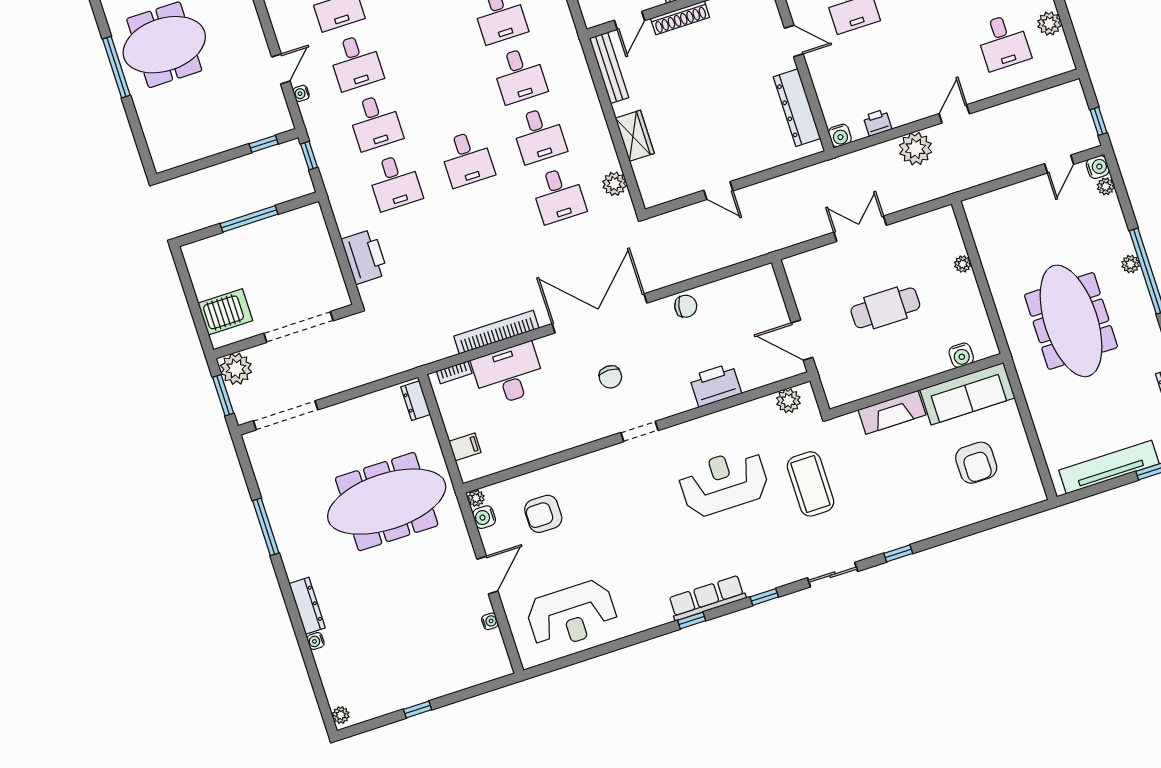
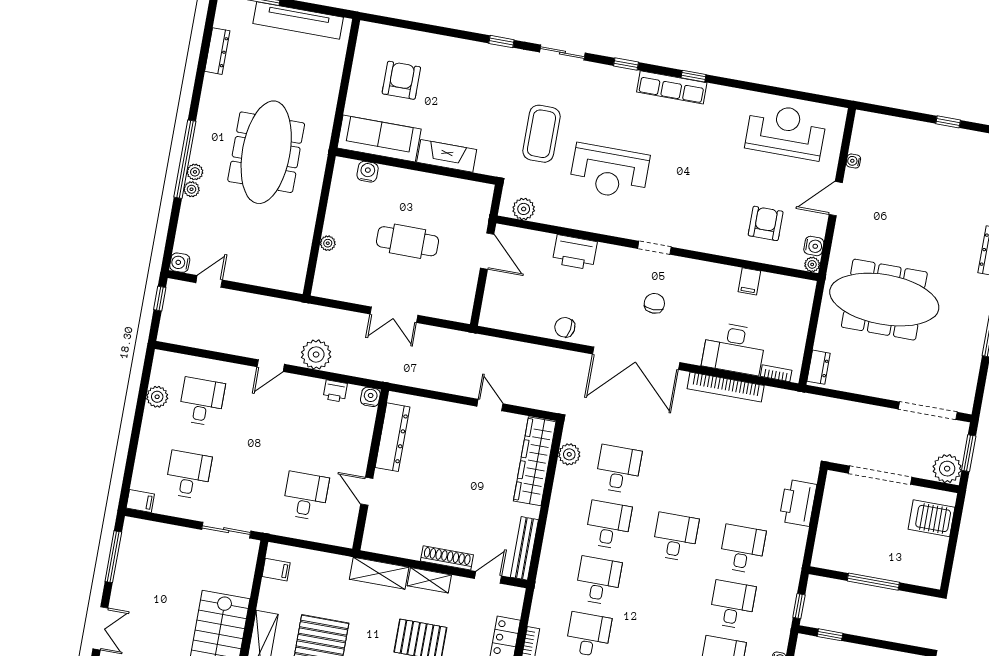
wardrobe: (635, 136) -> (535, 461), width x2.10, depth x1.17
plant: (1106, 186) -> (192, 189), moved
filing cabinet: (465, 447) -> (749, 281), moved, turned -90
armchair: (543, 514) -> (766, 223), turned -90

